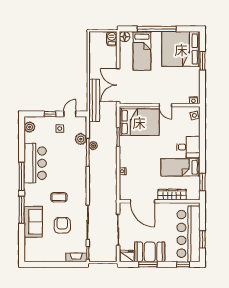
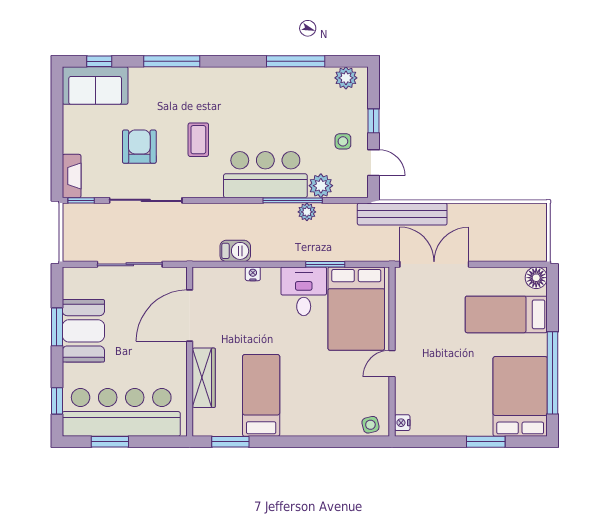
window: (157, 29) -> (552, 373), moved
barbecue: (112, 39) -> (235, 251), moved
bed: (181, 49) -> (520, 396), width x0.73
desk: (188, 147) -> (304, 291), moved, turned 180
bar counter: (35, 163) -> (265, 175), moved, turned 180
window: (22, 176) -> (296, 61), moved
sofa: (33, 222) -> (95, 85), moved
armchair: (62, 225) -> (139, 147), turned -90
window: (22, 244) -> (99, 61), added
fridge: (127, 256) -> (75, 283), removed

